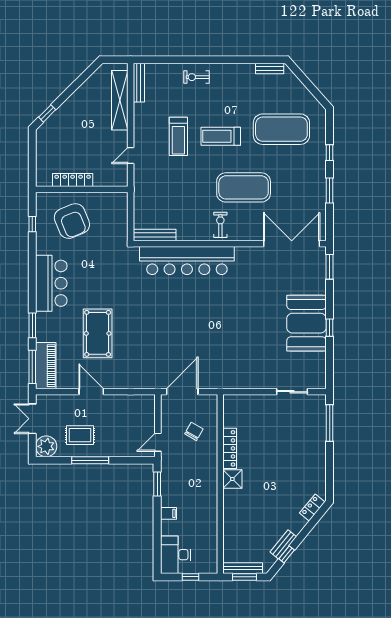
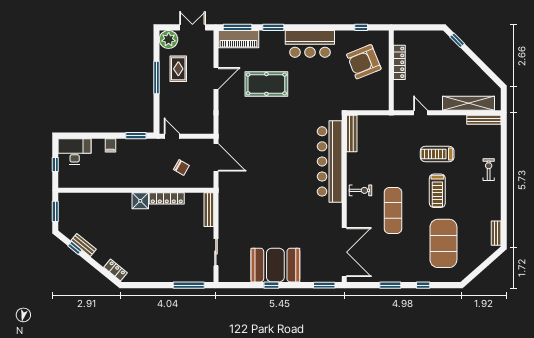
treadmill: (221, 136) -> (437, 191), turned 180
exercise mat: (244, 187) -> (393, 211), width x0.68
bench: (243, 568) -> (209, 210), moved

